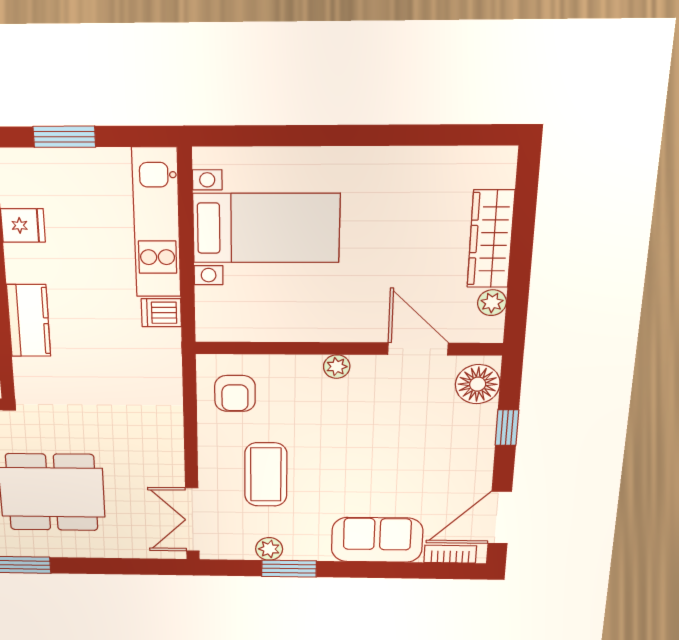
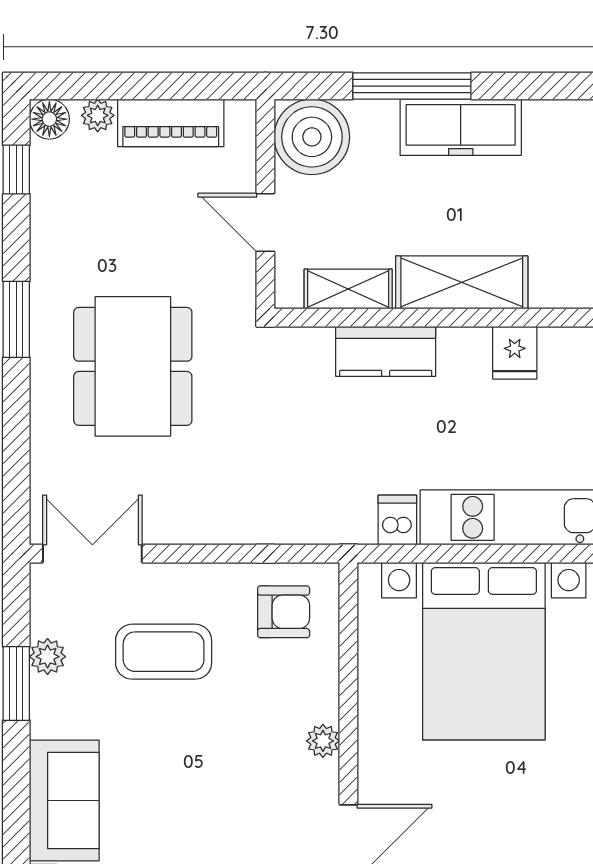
bed with nightstands: (266, 228) -> (484, 651), width x1.36
armchair: (235, 393) -> (284, 612), turned 180

